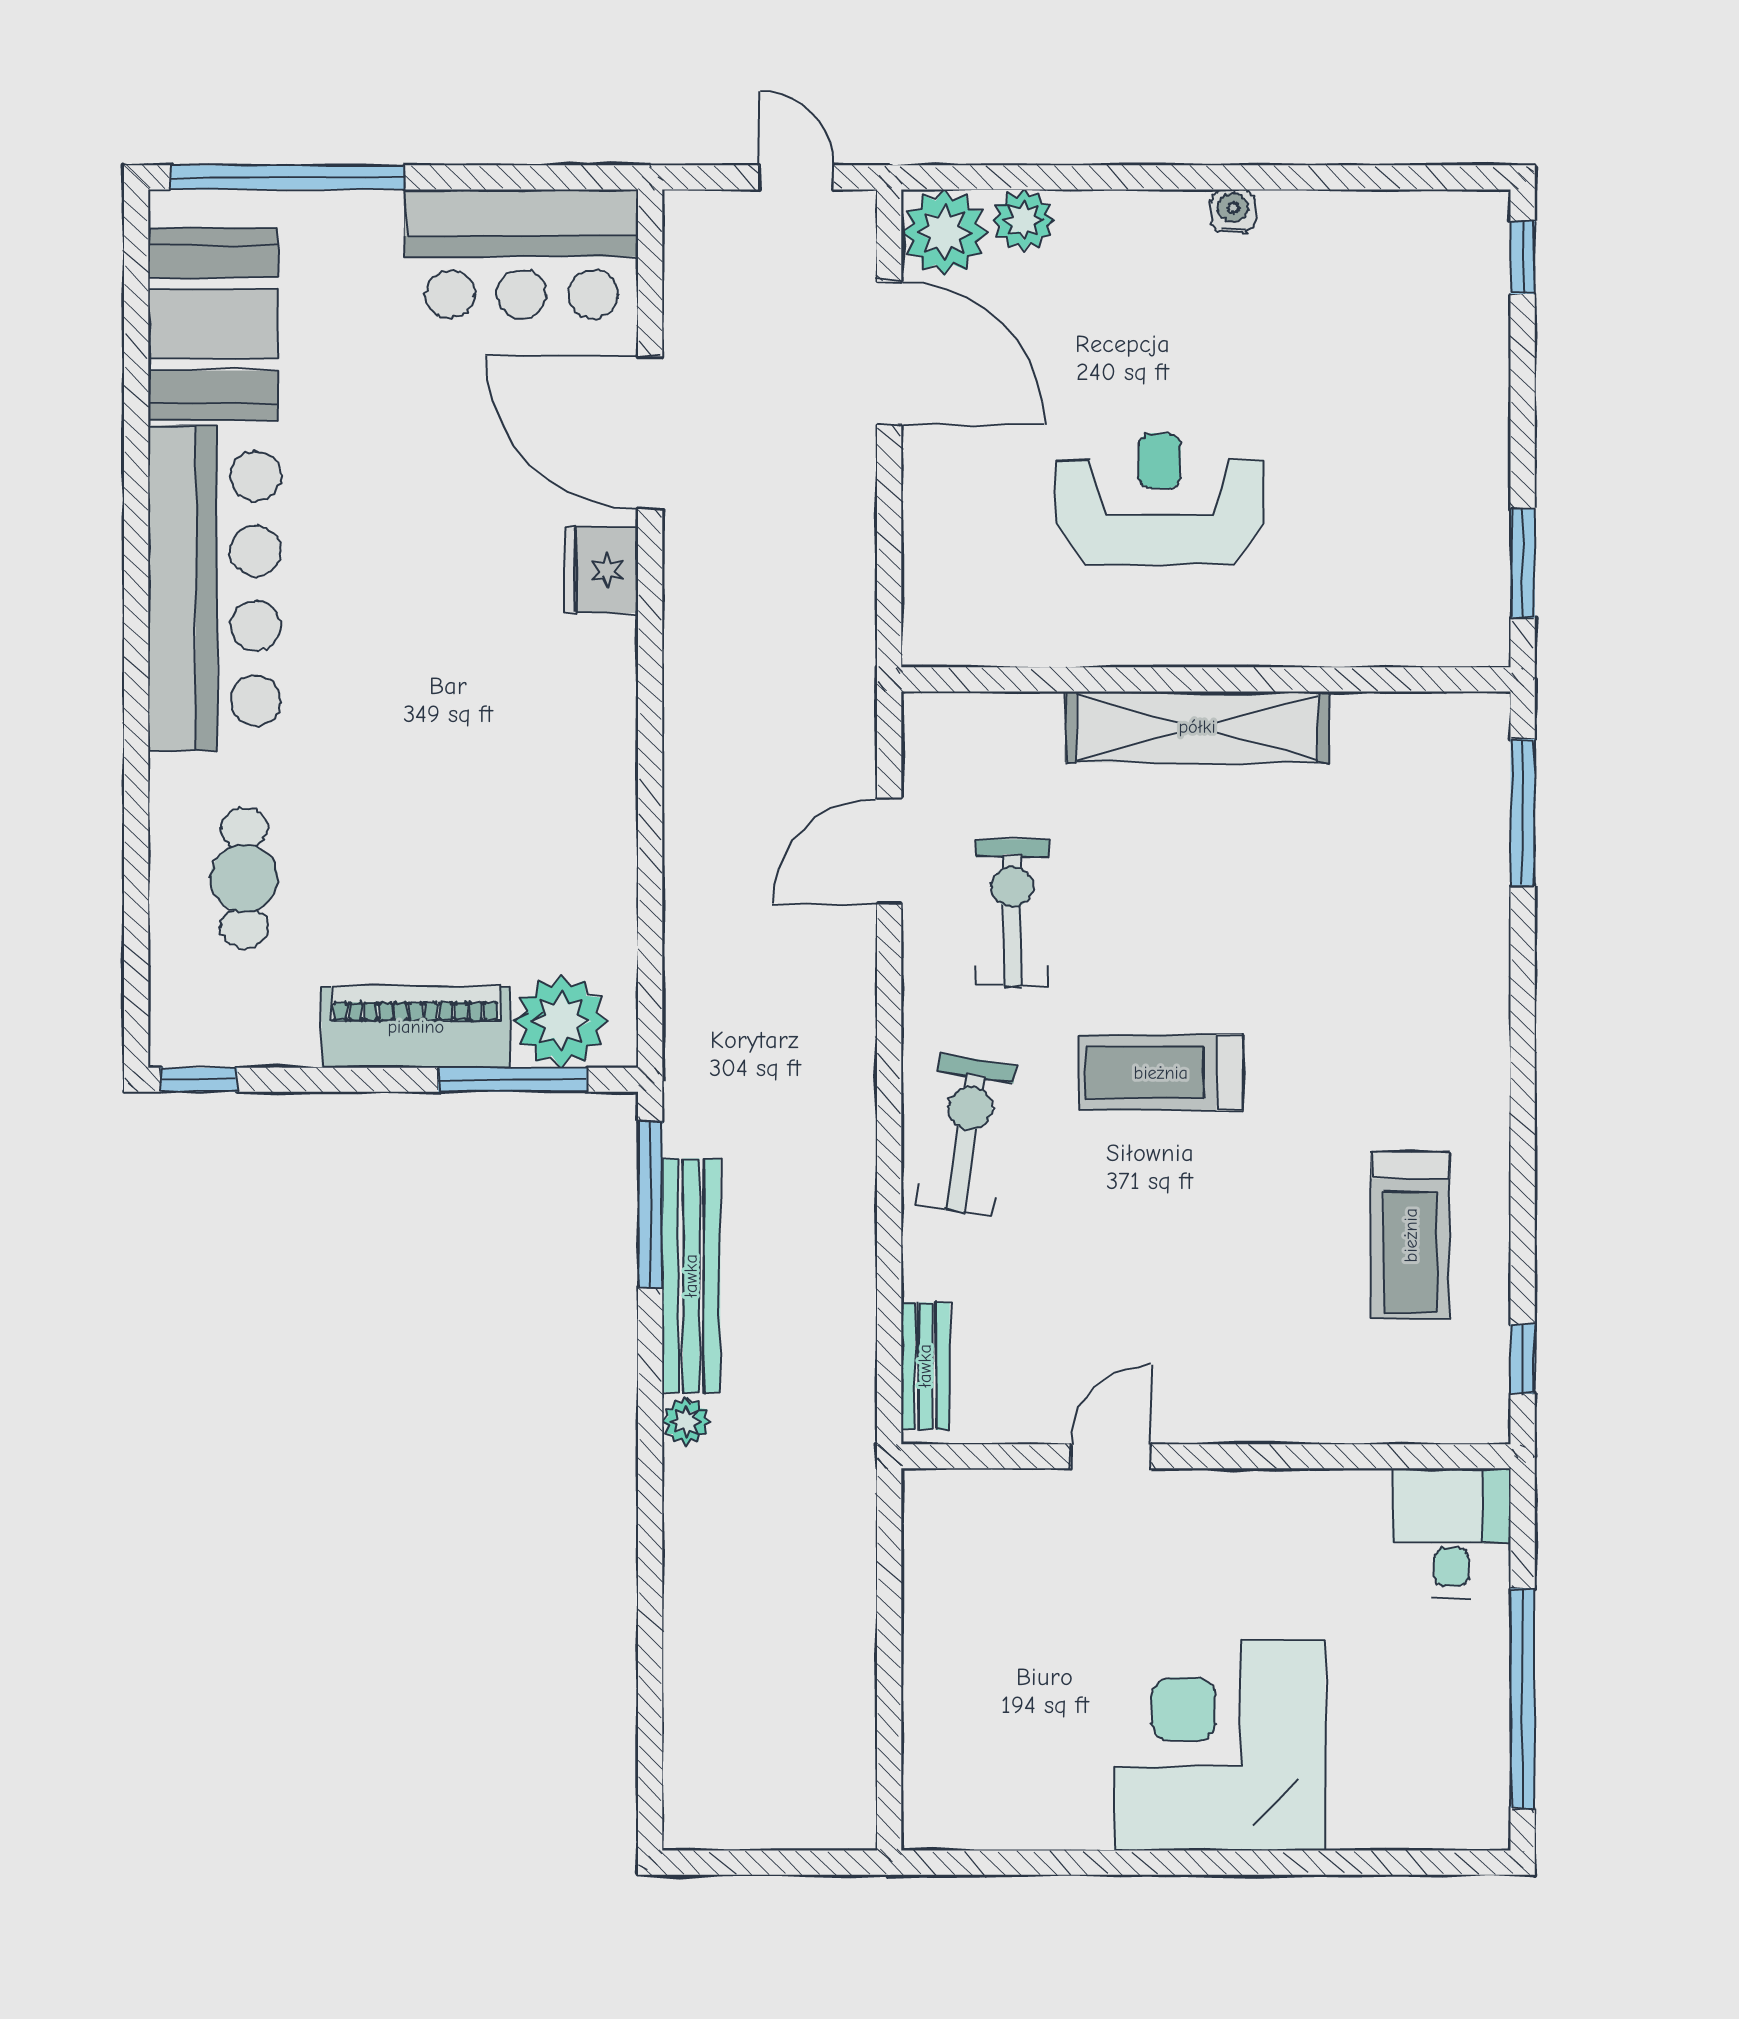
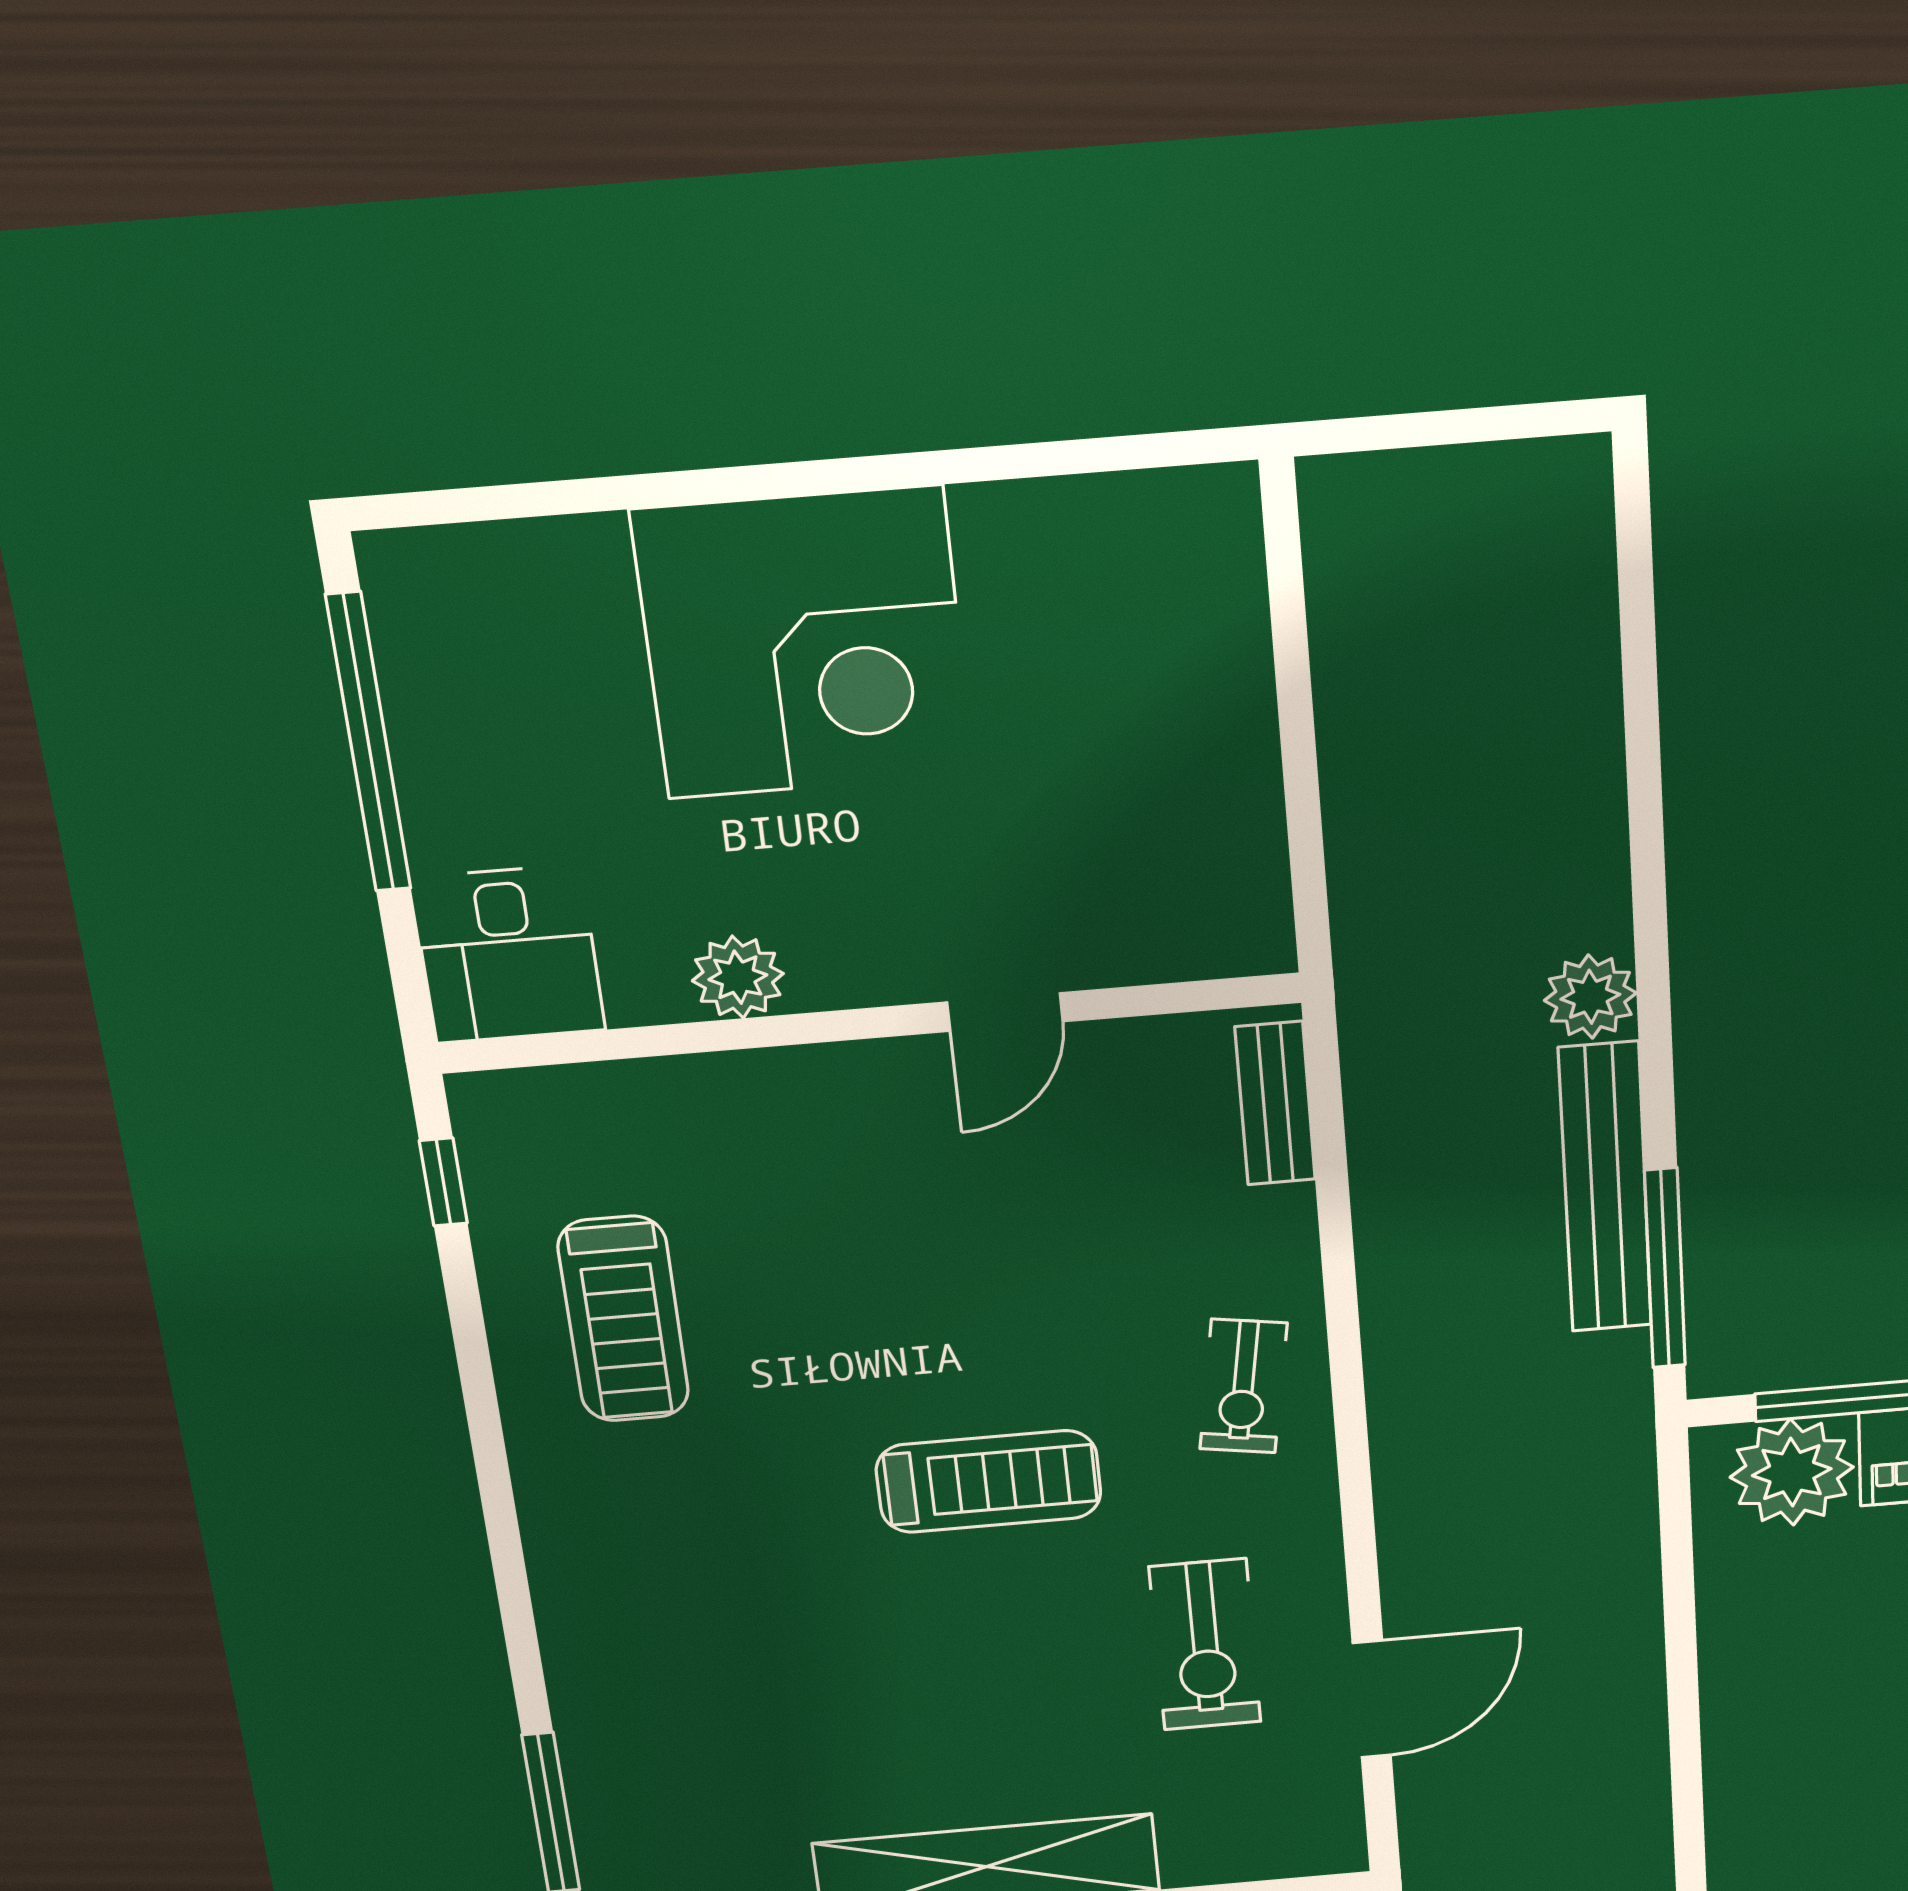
exercise bike: (966, 1135) -> (1243, 1386), width x0.73, depth x0.72
treadmill: (1411, 1235) -> (624, 1319), turned 180
plant: (686, 1421) -> (1590, 997), width x1.38, depth x1.38
plant: (1295, 1500) -> (738, 977), added

